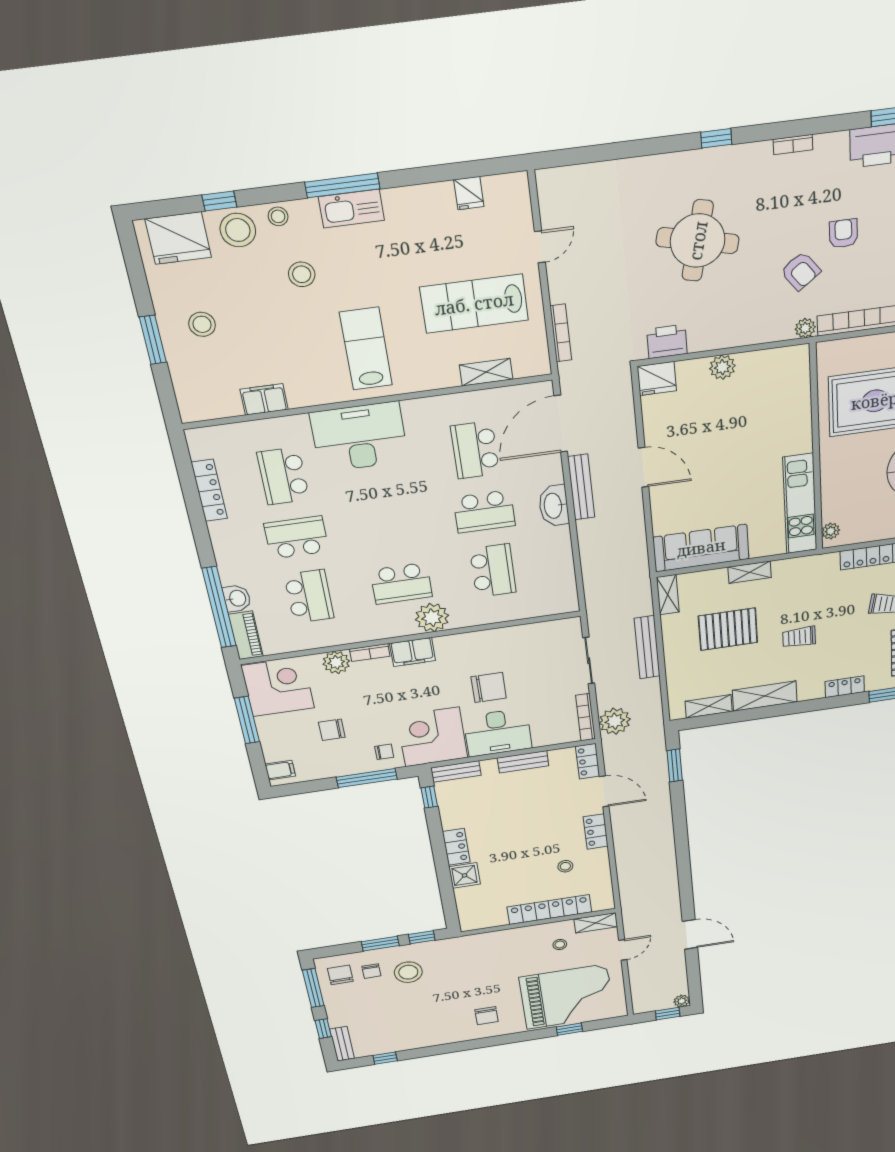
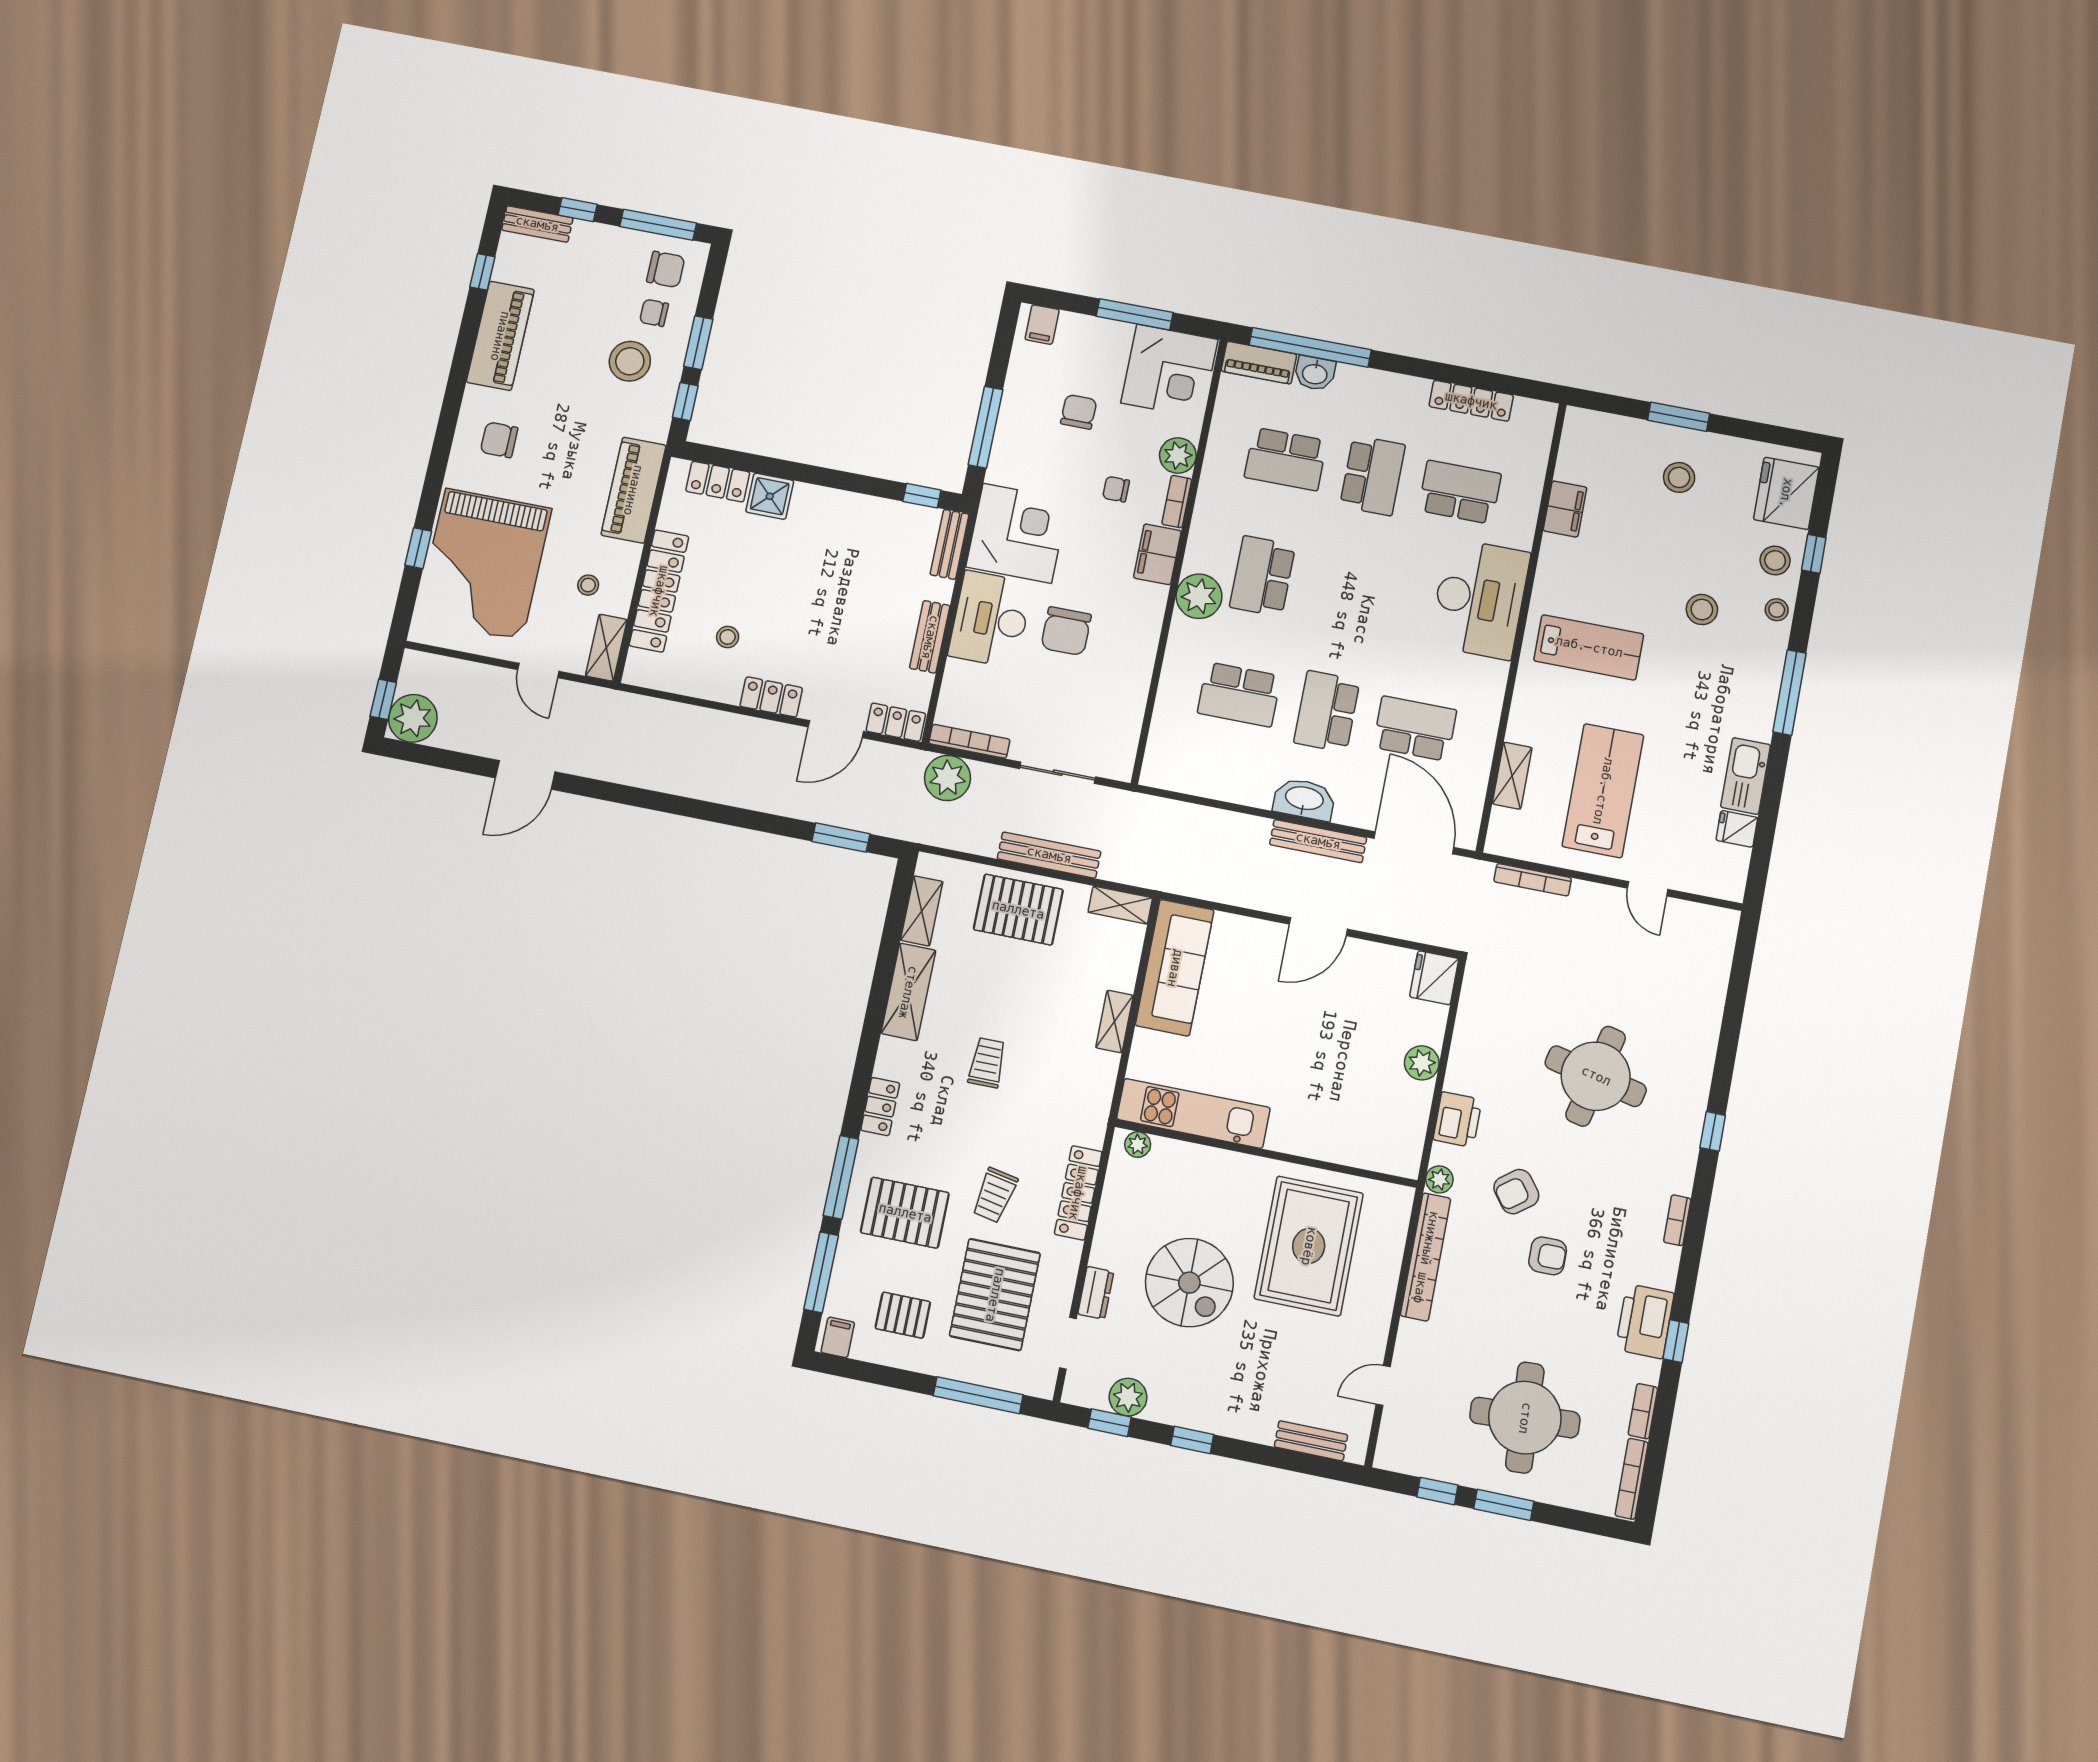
kitchen sink: (351, 209) -> (1746, 776), moved
stool: (238, 230) -> (1775, 560), width x0.73, depth x0.73
printer: (667, 341) -> (1457, 1120), moved
pallet: (728, 629) -> (1018, 910), moved, turned 90
chair: (384, 752) -> (1116, 489), moved, turned 90
locker: (456, 847) -> (718, 482), moved
piano: (490, 943) -> (633, 490), added
plant: (682, 1001) -> (413, 718), width x1.88, depth x1.88
piano: (421, 1037) -> (500, 336), added

